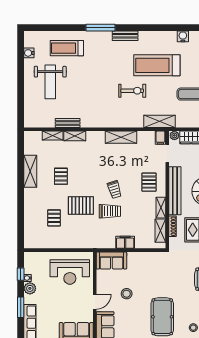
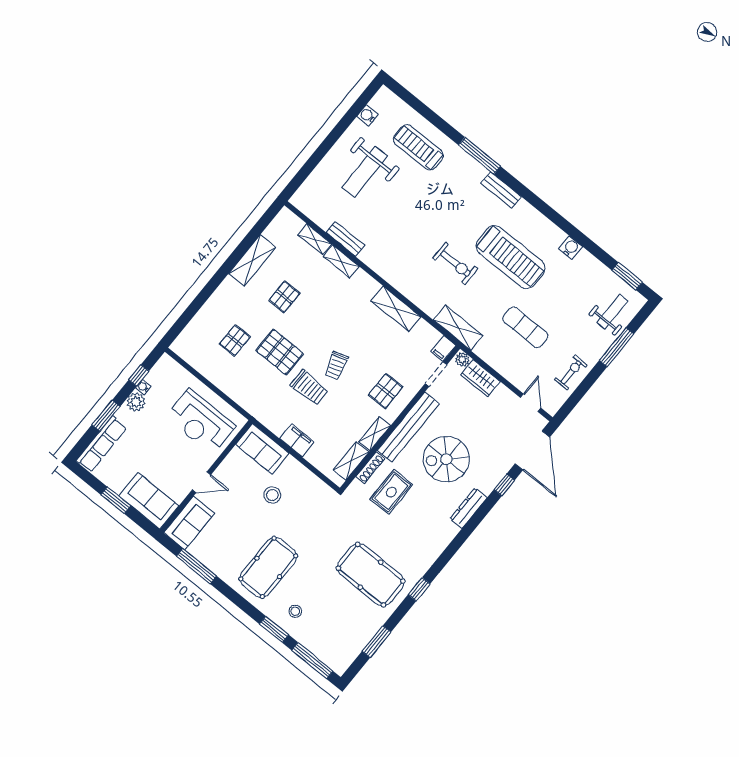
treadmill: (157, 65) -> (511, 257), turned 180
stool: (127, 294) -> (272, 495), moved

